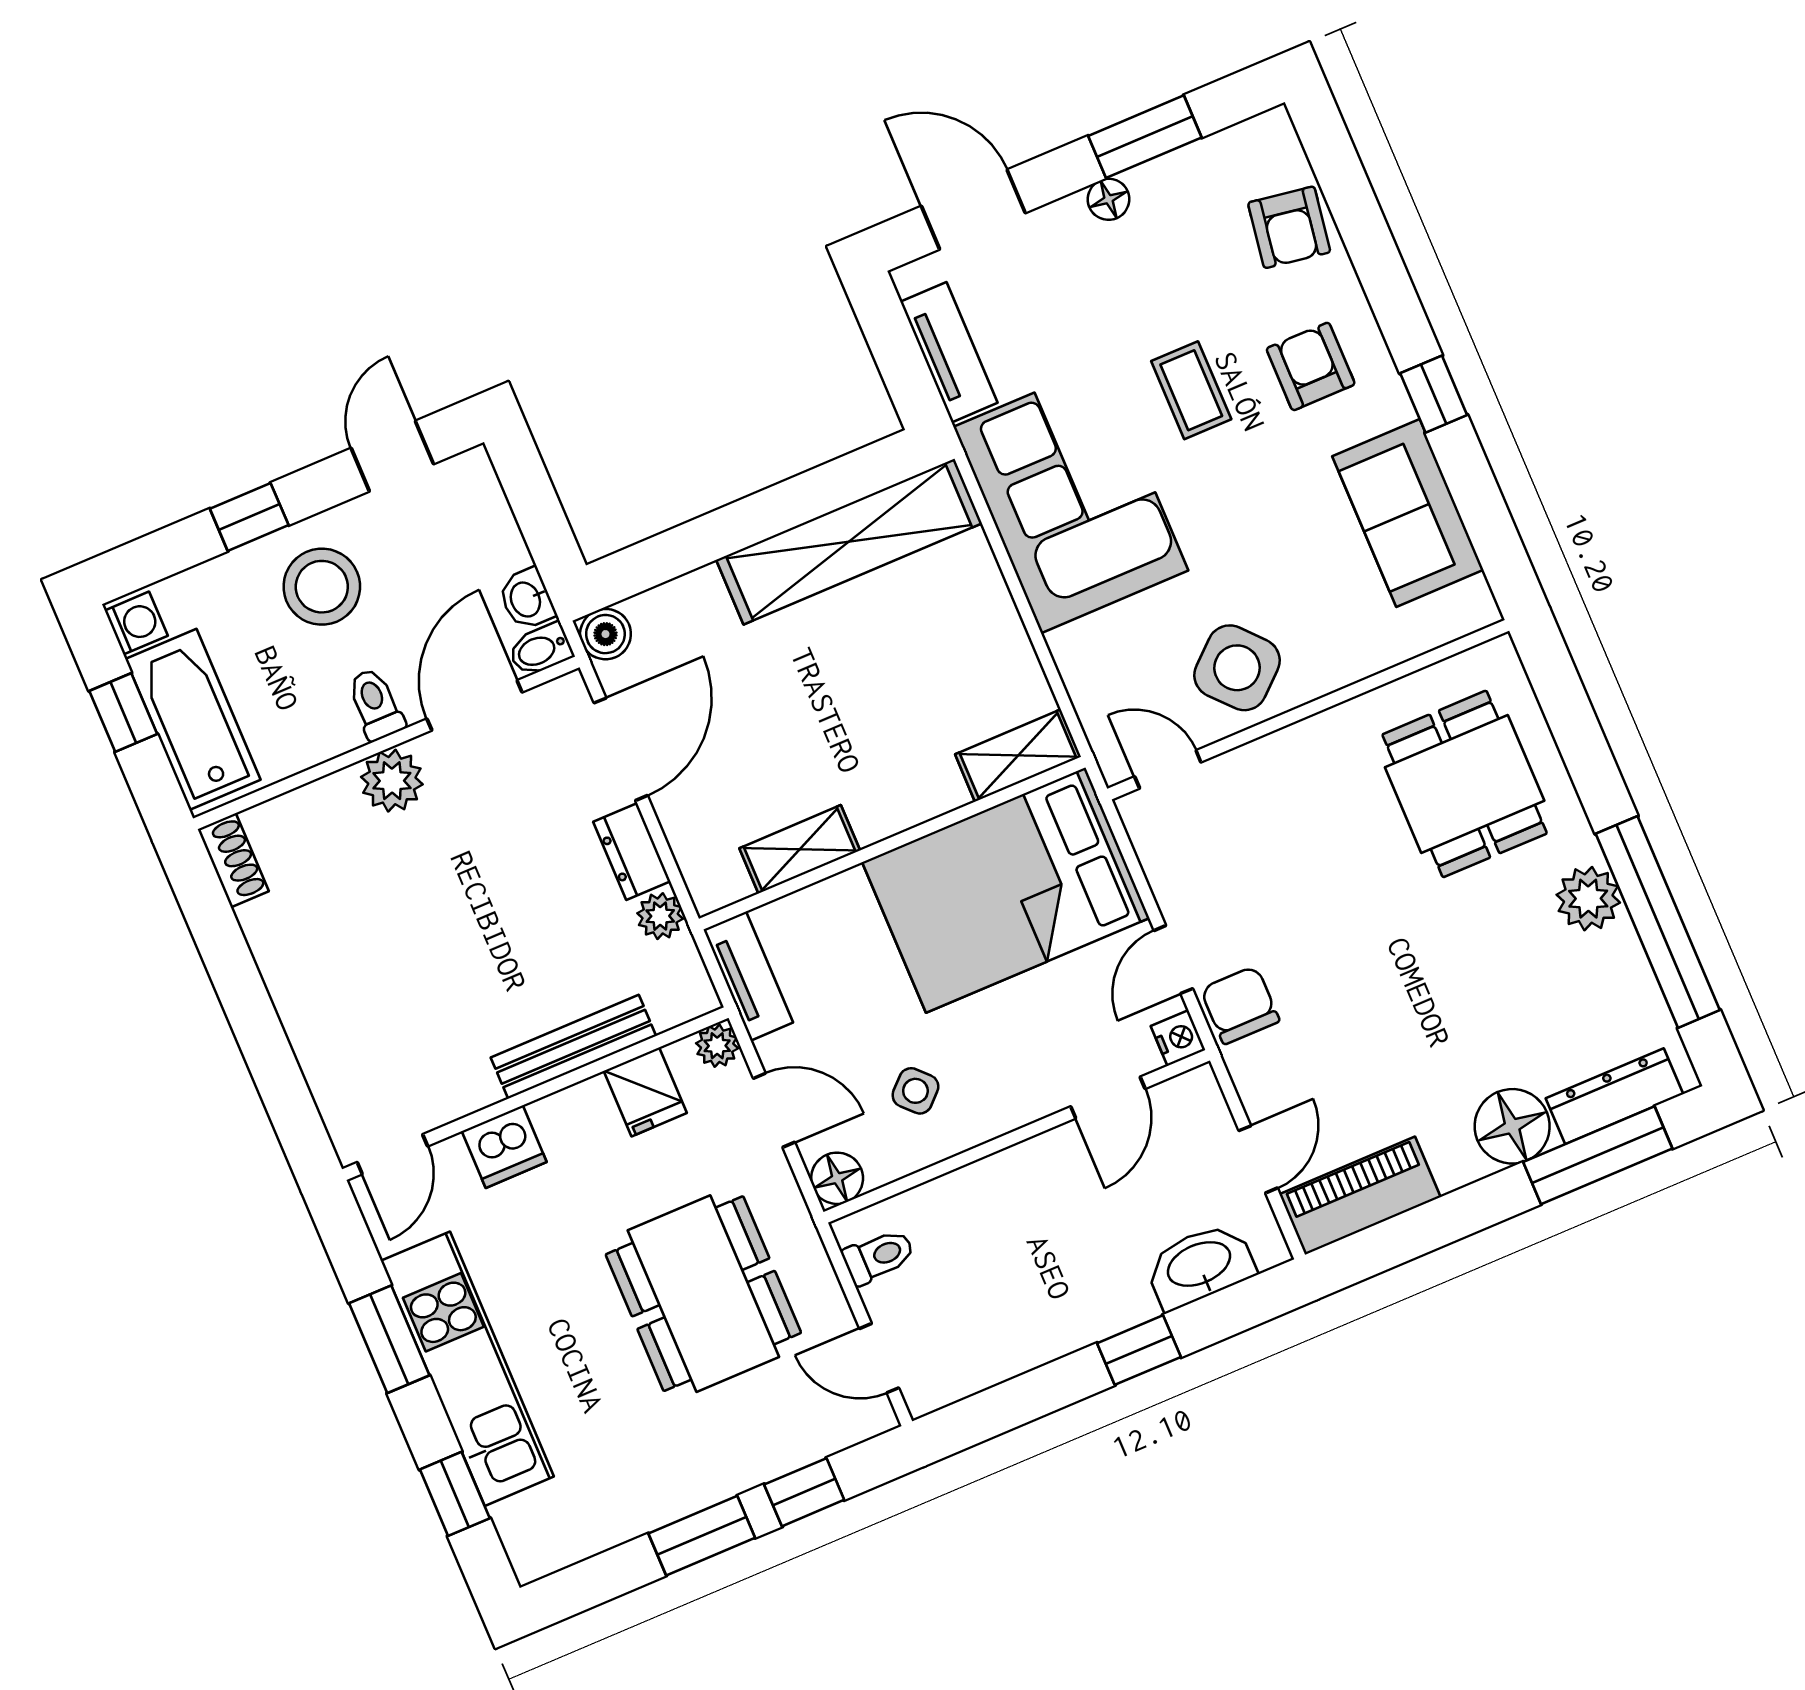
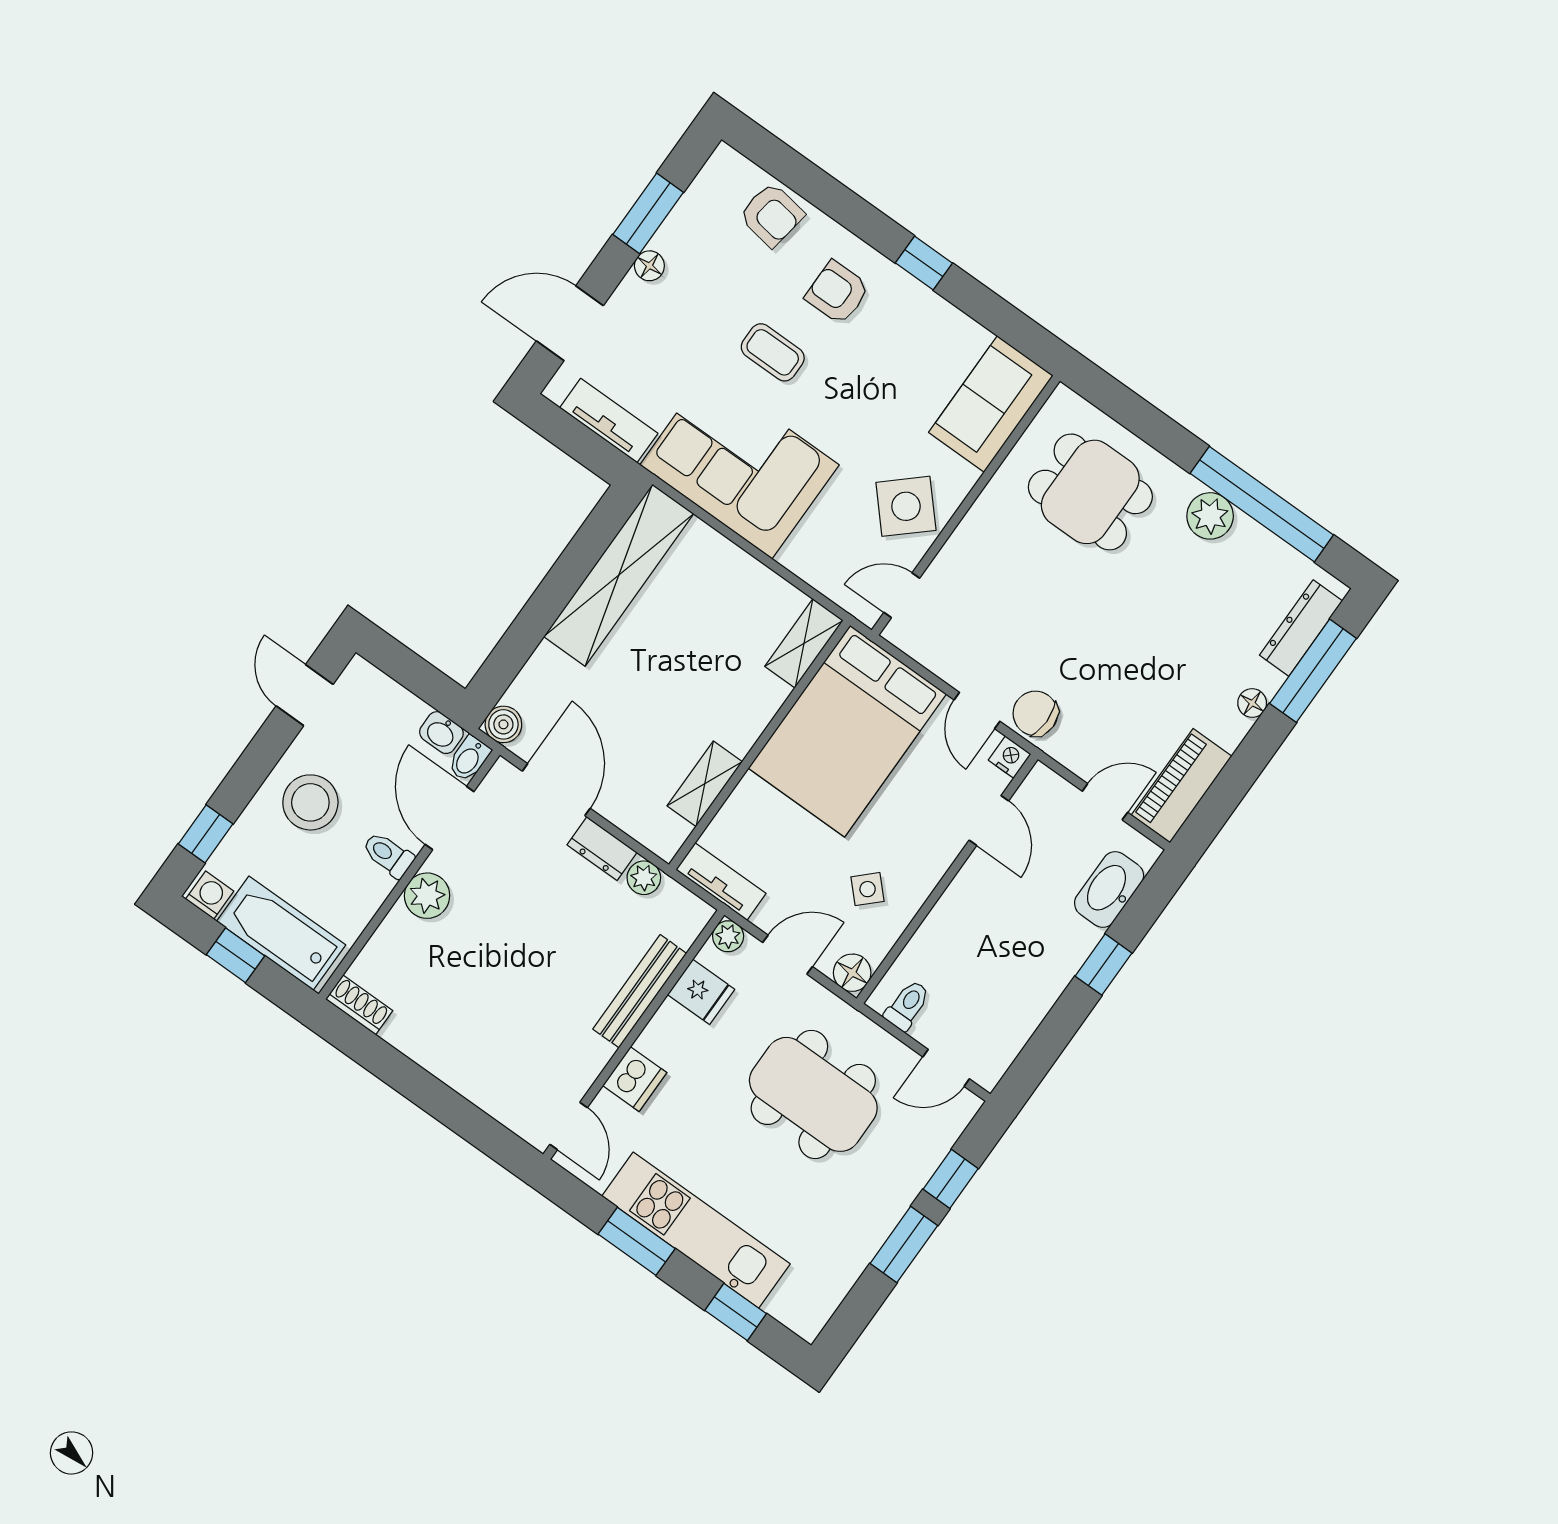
sofa: (1408, 513) -> (991, 404), moved, turned 90
window: (249, 517) -> (206, 834), moved
floor lamp: (1512, 1126) -> (1252, 703), width x0.53, depth x0.53
door: (1258, 1159) -> (1105, 802), hinge flipped

